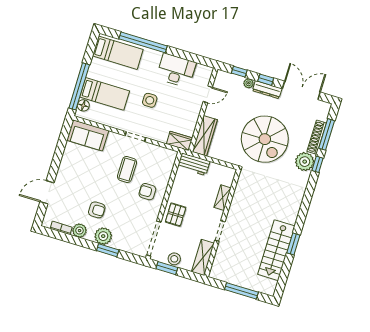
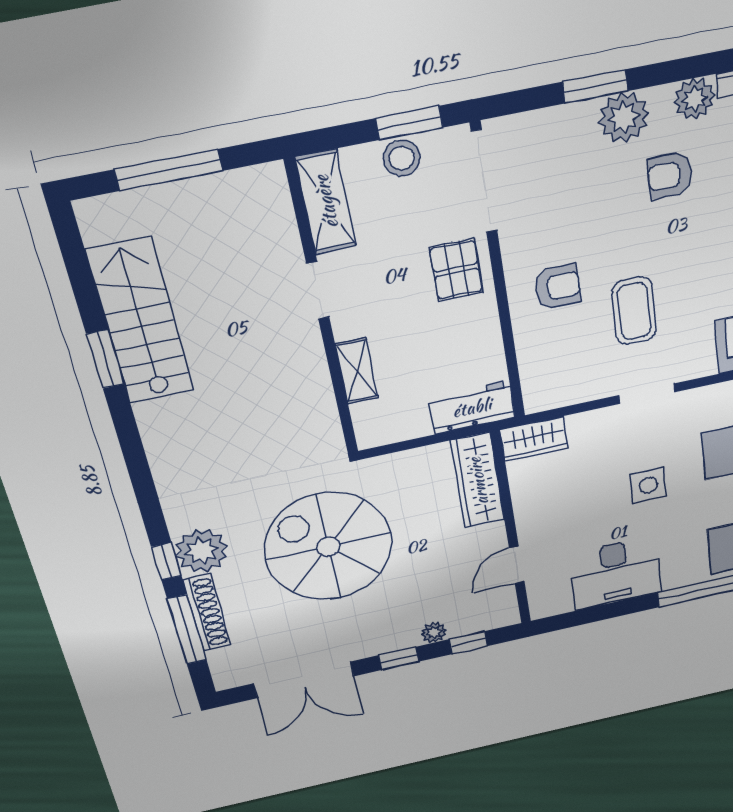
dresser: (267, 90) -> (384, 642), removed

